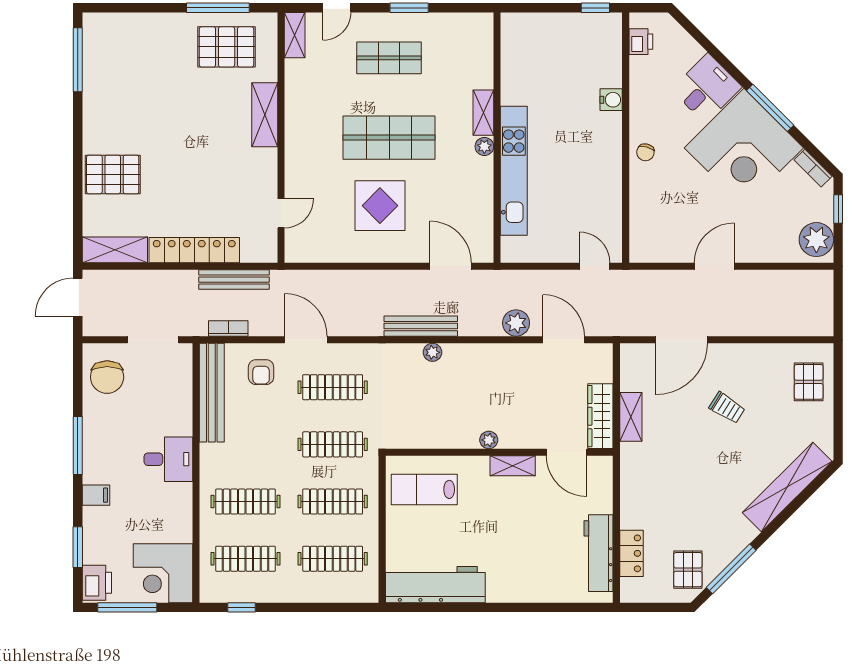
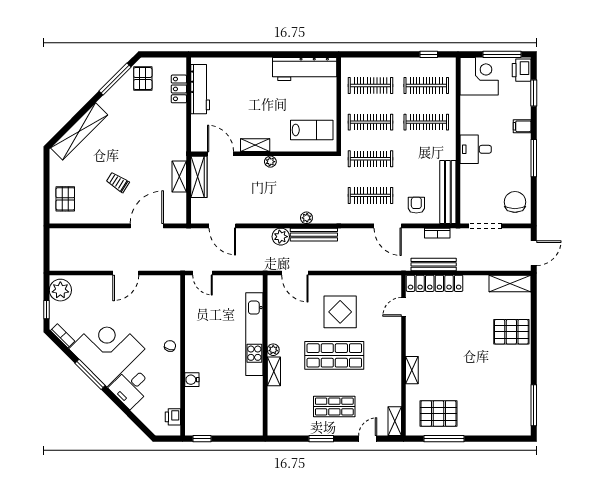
shelving: (265, 115) -> (412, 370), width x0.67, depth x0.75
locker: (194, 250) -> (435, 283), moved
plant: (516, 323) -> (281, 237), moved

